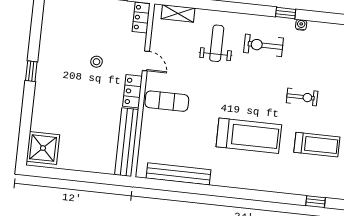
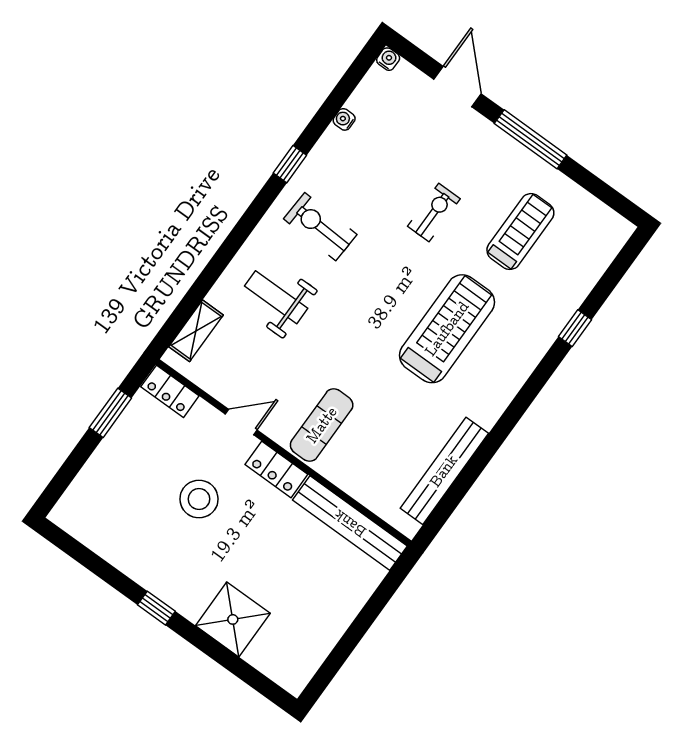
water cooler: (301, 25) -> (344, 119), moved
exercise bike: (264, 45) -> (320, 227), turned 93
stool: (96, 62) -> (199, 499), width x1.89, depth x1.89
shower: (43, 148) -> (233, 619), moved
window: (315, 202) -> (575, 328), moved

